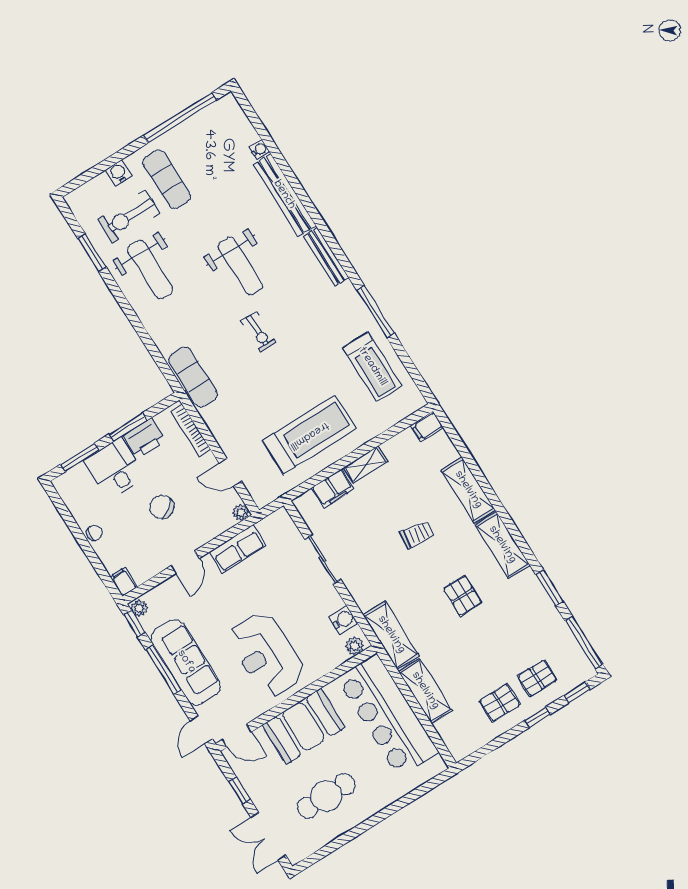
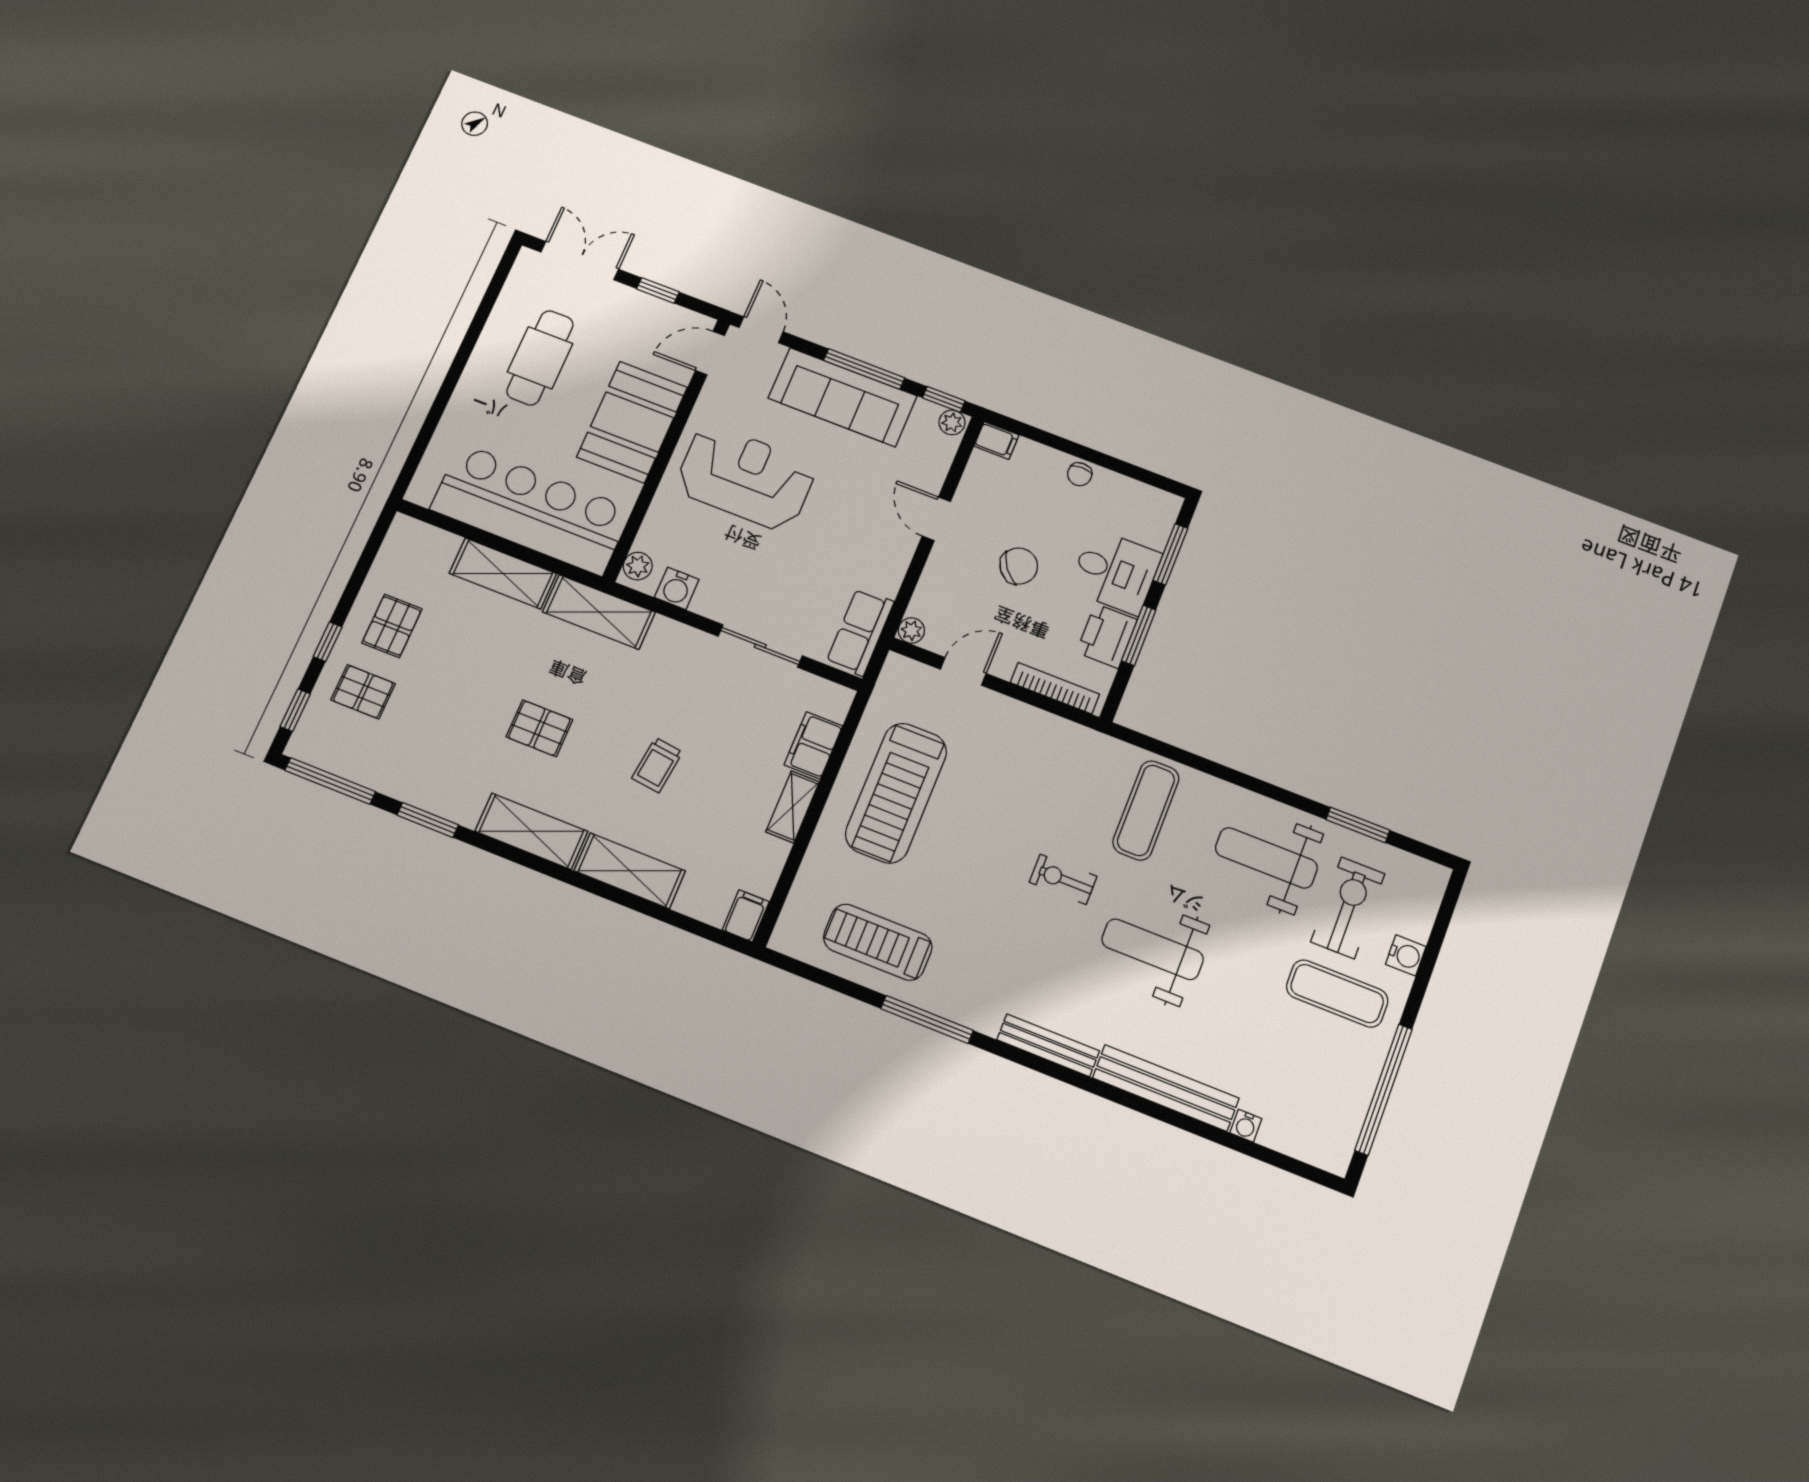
exercise mat: (193, 377) -> (1146, 810), moved, turned 90
row of seats: (238, 549) -> (860, 632), moved
pallet: (537, 678) -> (363, 692), turned 90

